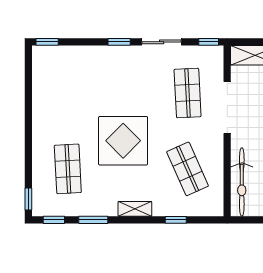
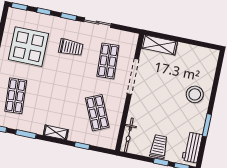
window: (209, 42) -> (44, 11), moved
trolley: (131, 85) -> (71, 47), added
display table: (123, 141) -> (28, 47), moved
bicycle: (242, 182) -> (129, 135), width x0.73, depth x0.71

